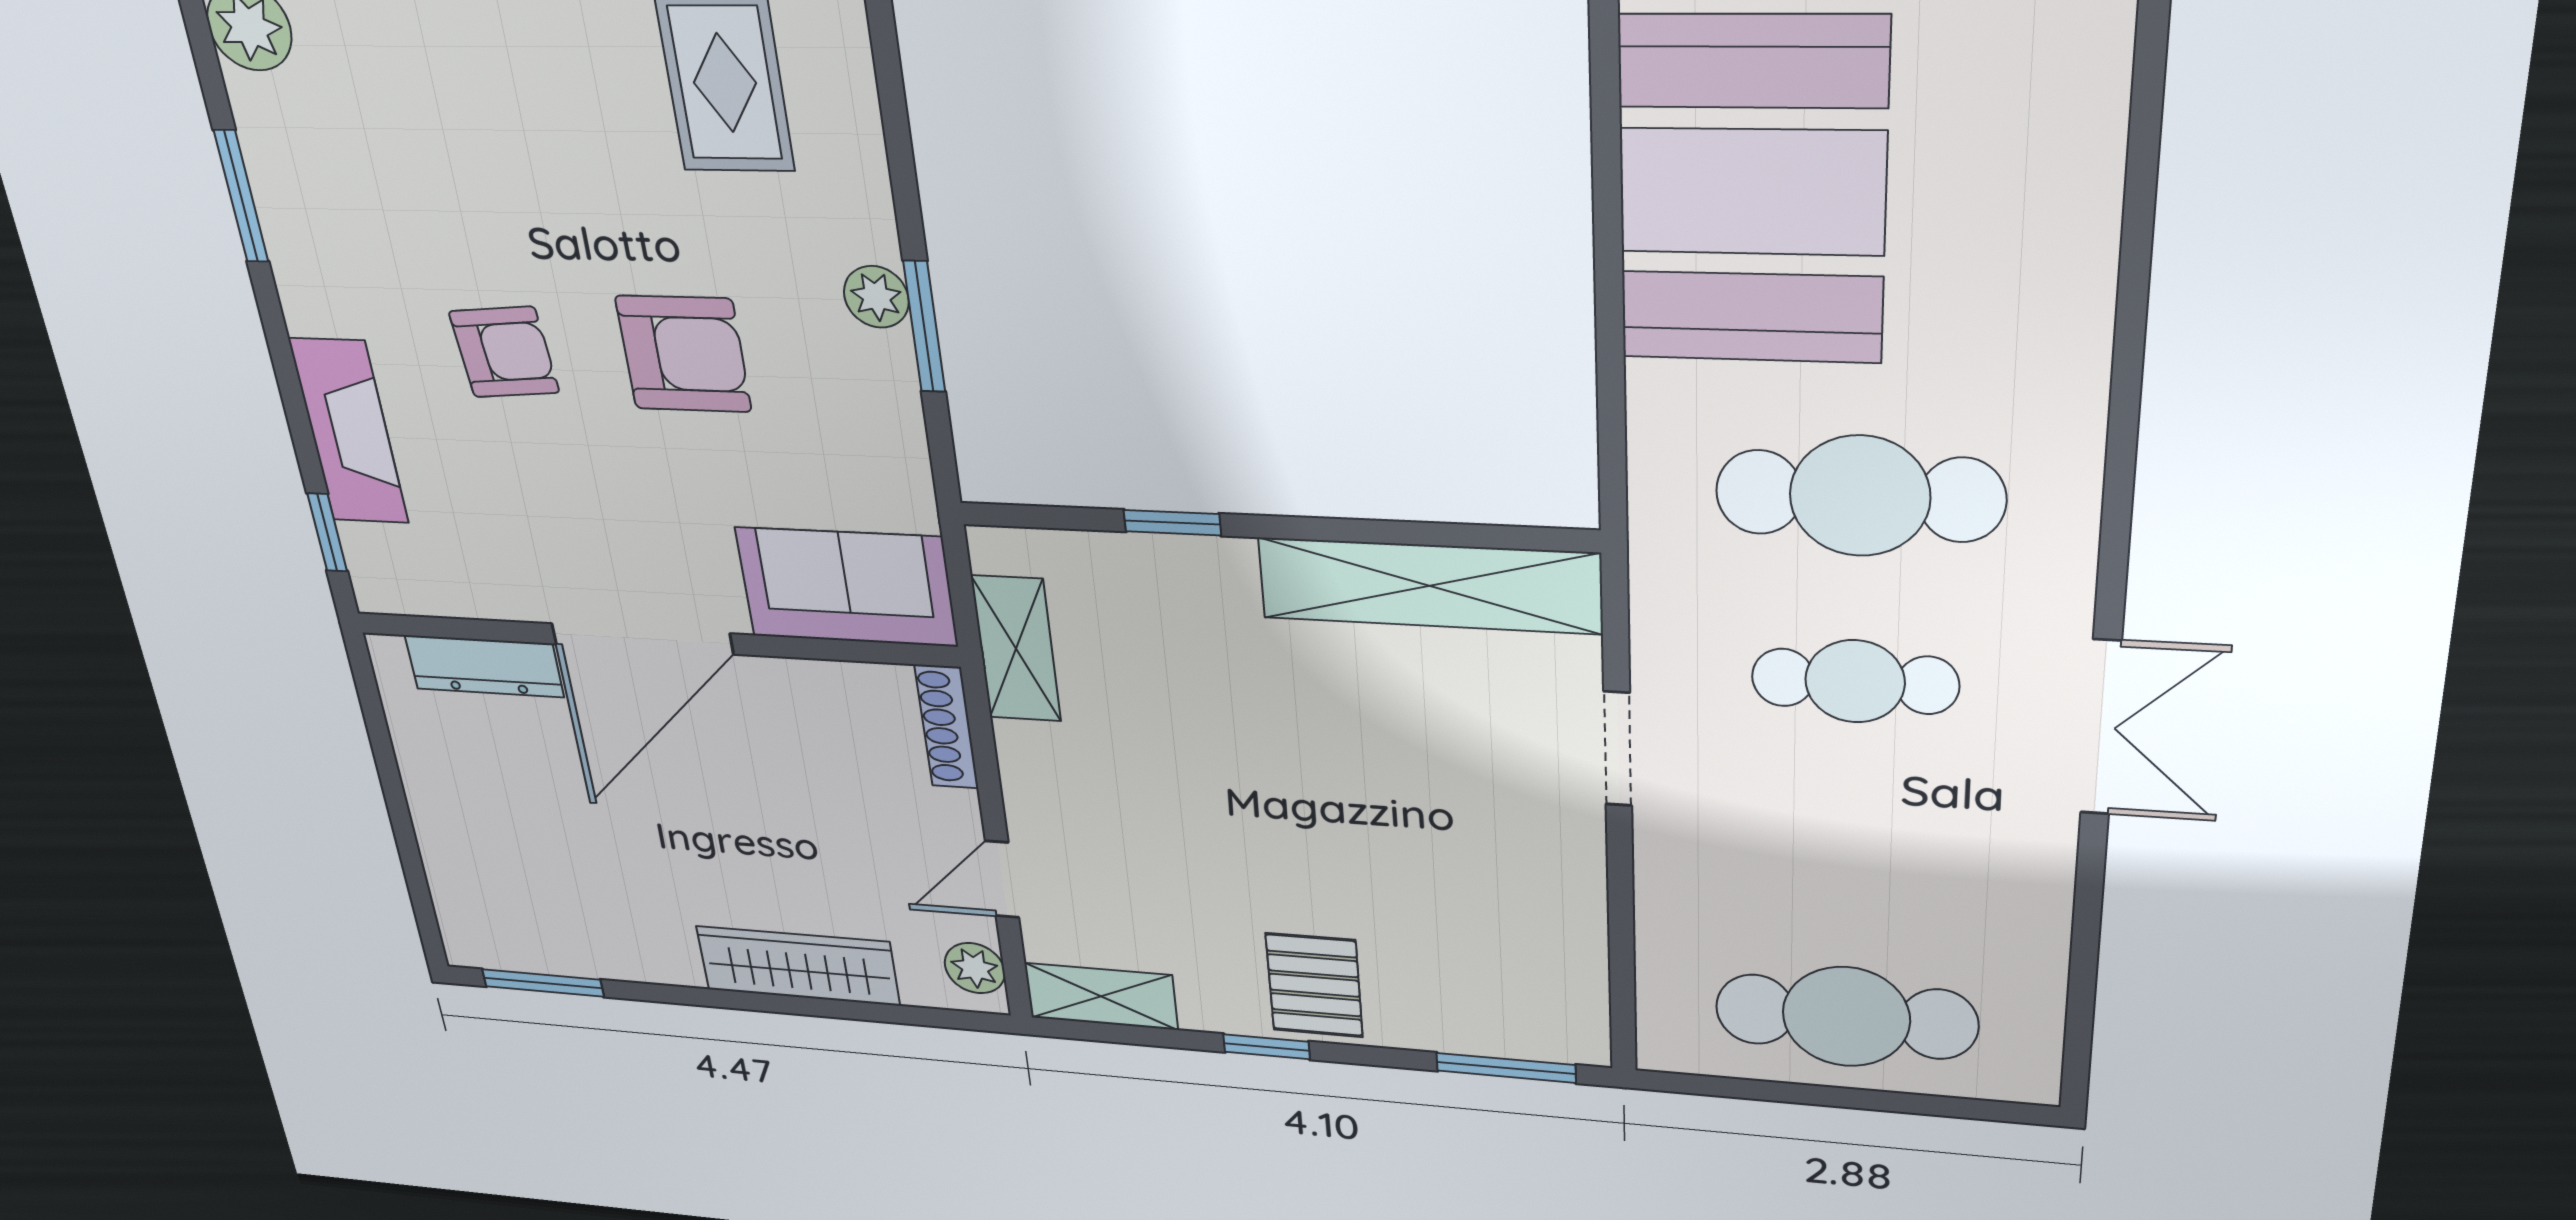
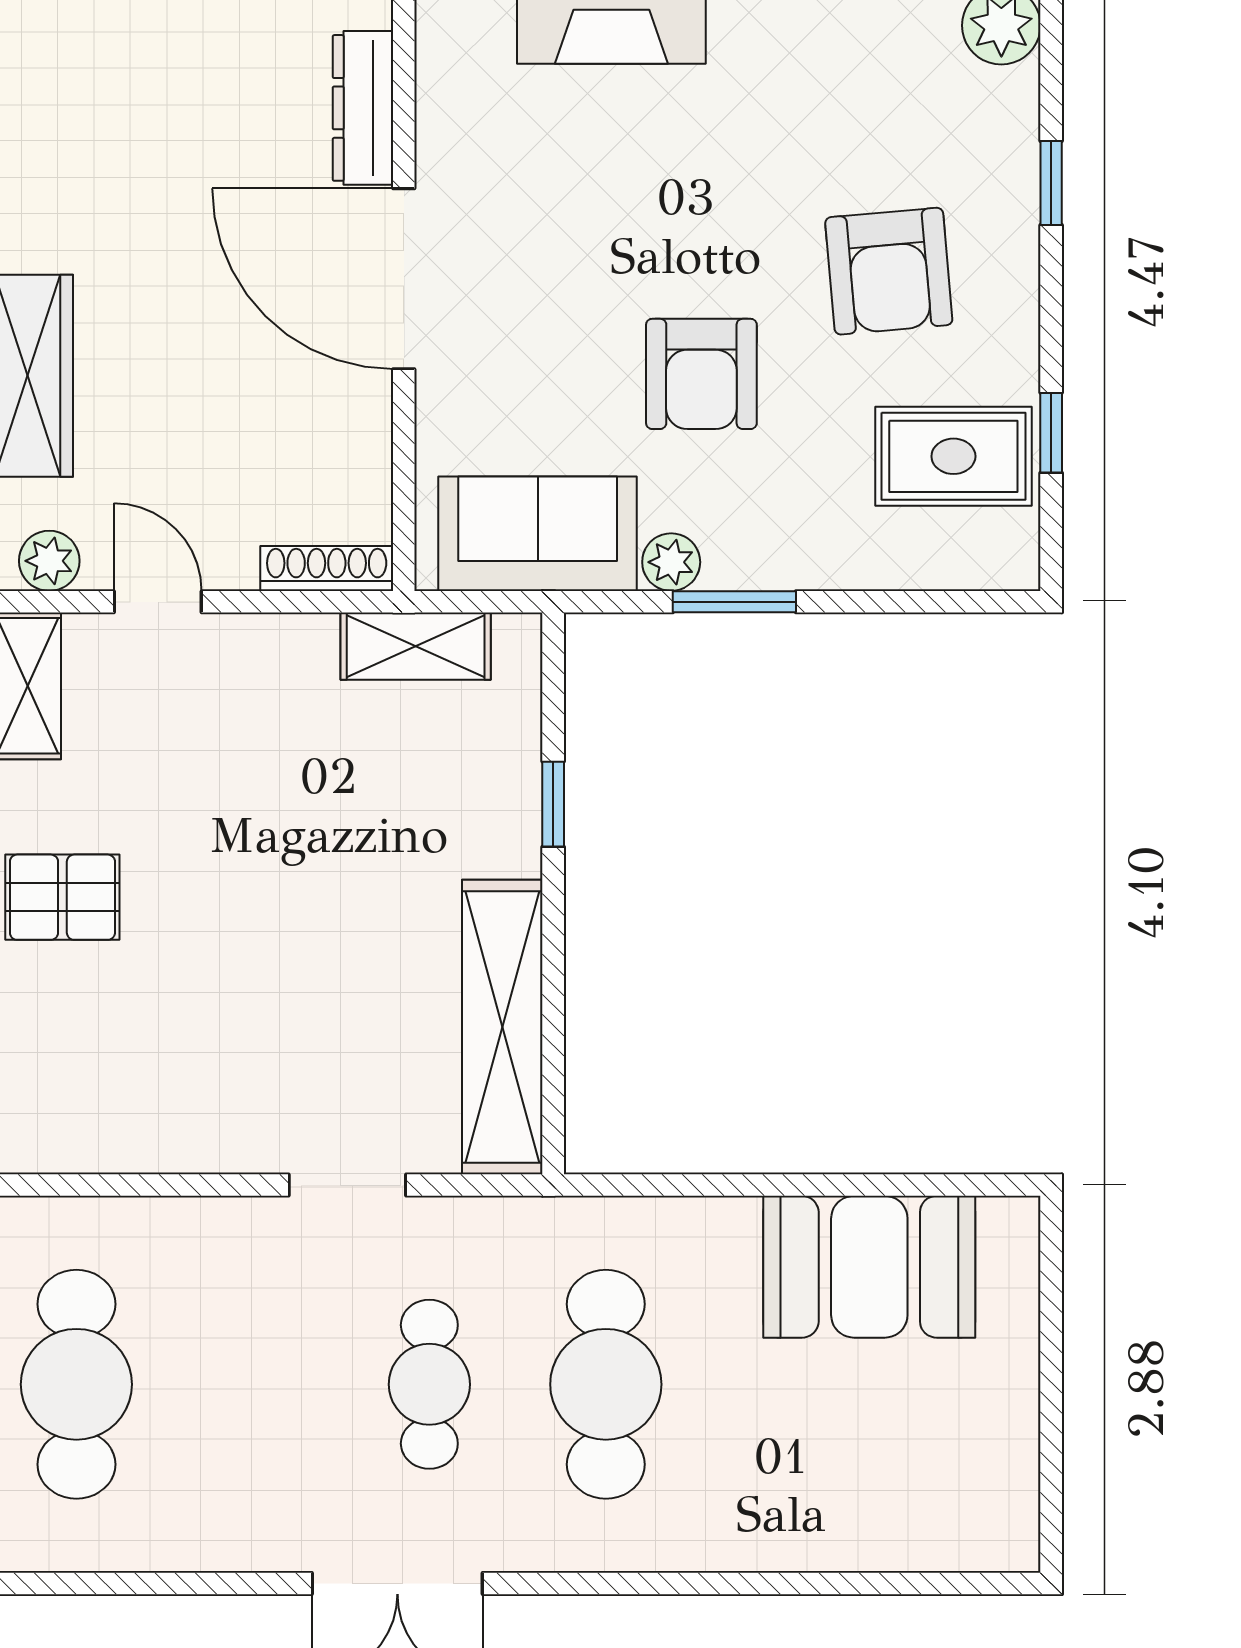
booth: (1752, 192) -> (869, 1267), width x0.73, depth x0.70
plant: (876, 297) -> (671, 562), moved
armchair: (504, 352) -> (889, 271), moved, width x1.38, depth x1.38
sofa: (847, 587) -> (538, 534), moved, turned -90

